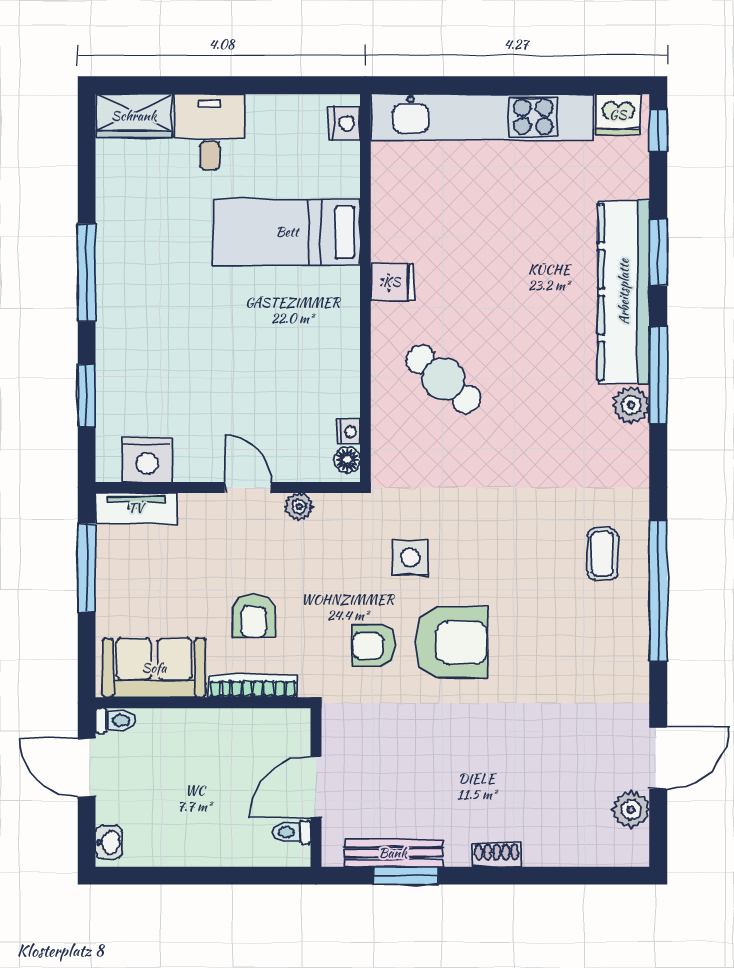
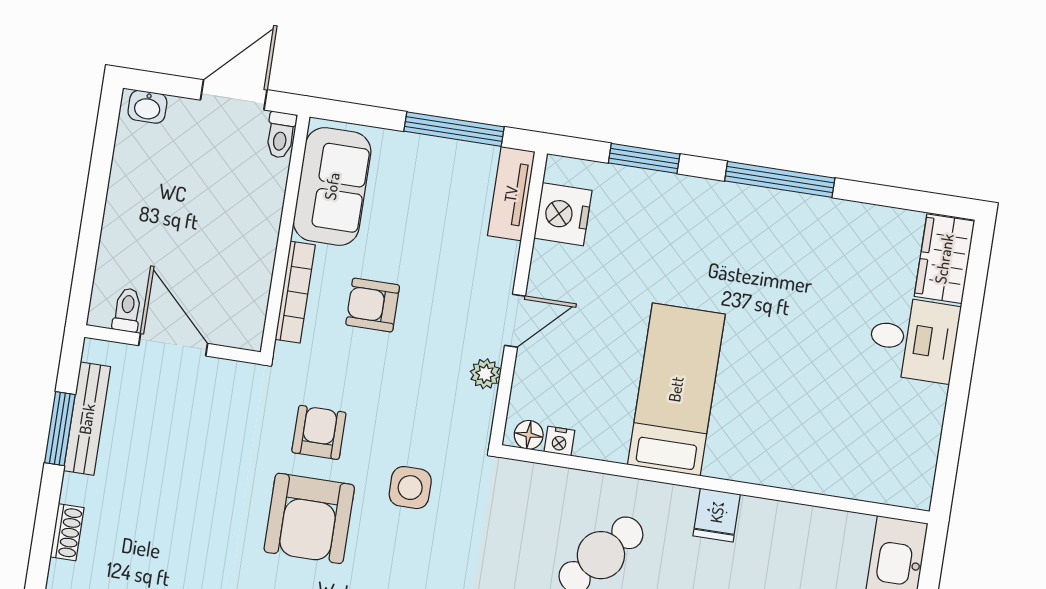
nightstand: (344, 123) -> (900, 489), removed
bed: (287, 232) -> (676, 389), moved

